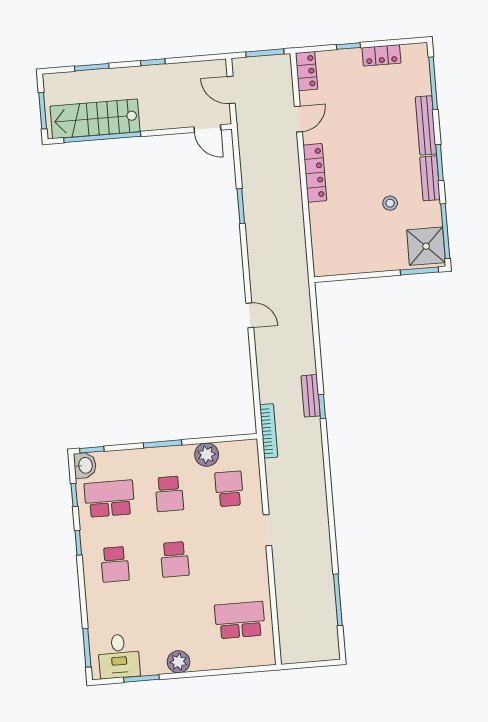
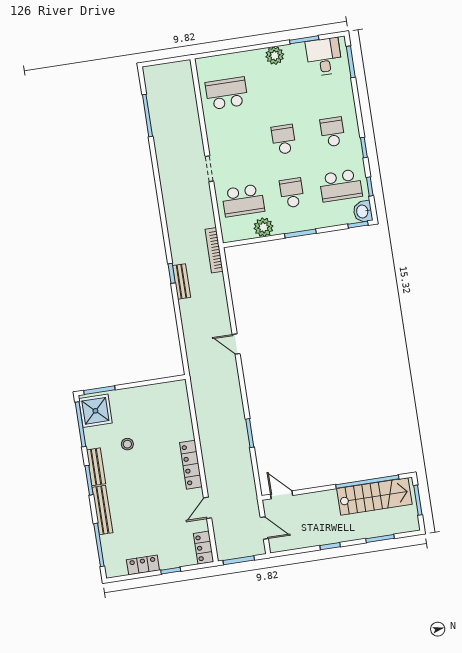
school desk: (229, 489) -> (243, 200), width x1.85
school desk: (240, 620) -> (227, 93), turned 180

